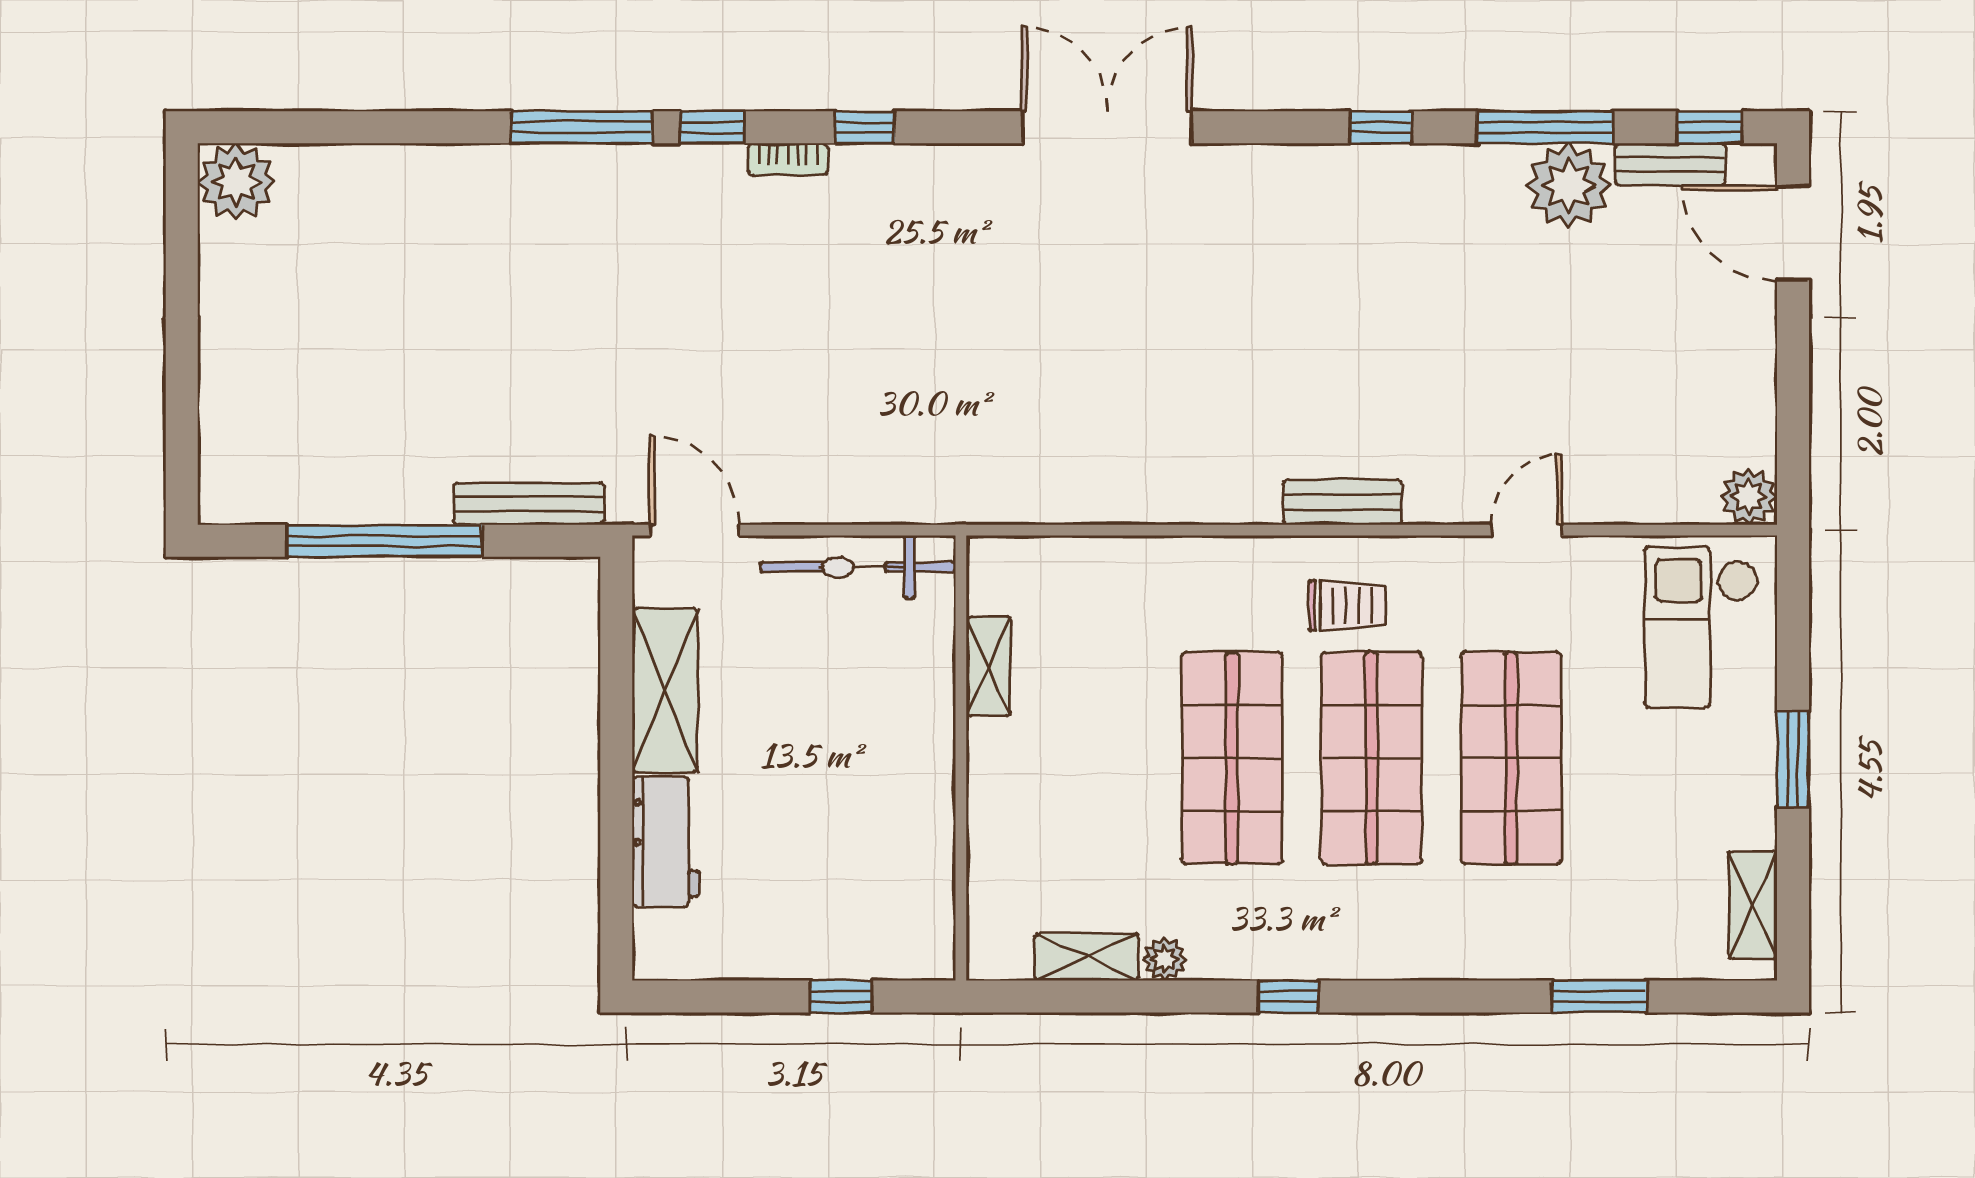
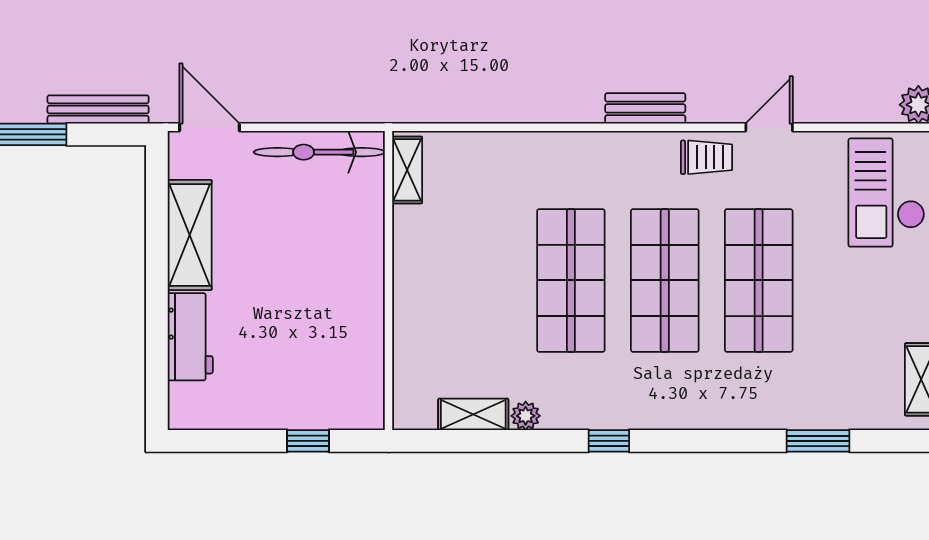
trolley: (1348, 606) -> (707, 157), moved
shelving: (988, 666) -> (407, 170), moved

